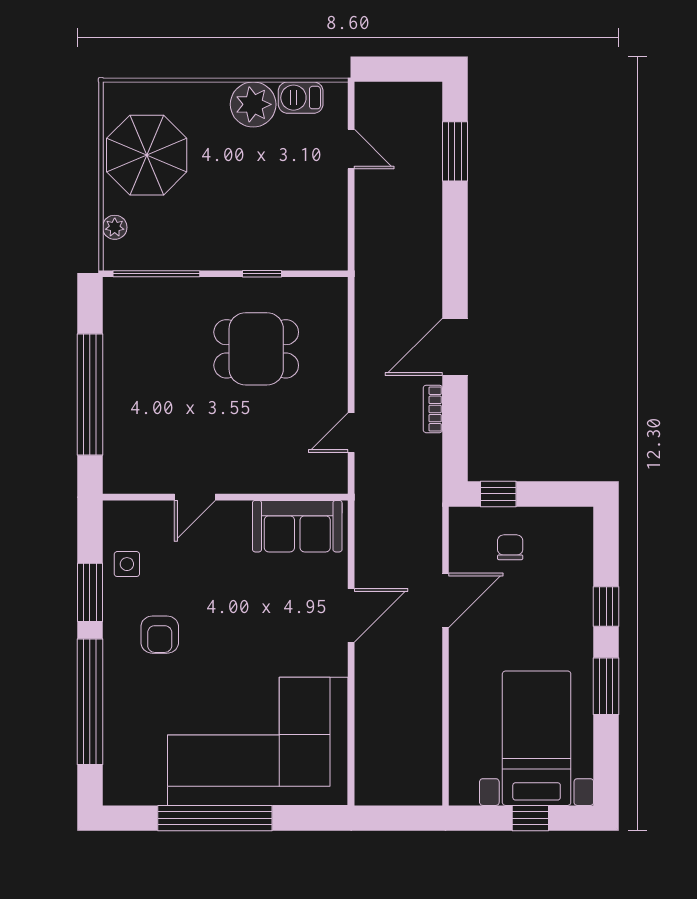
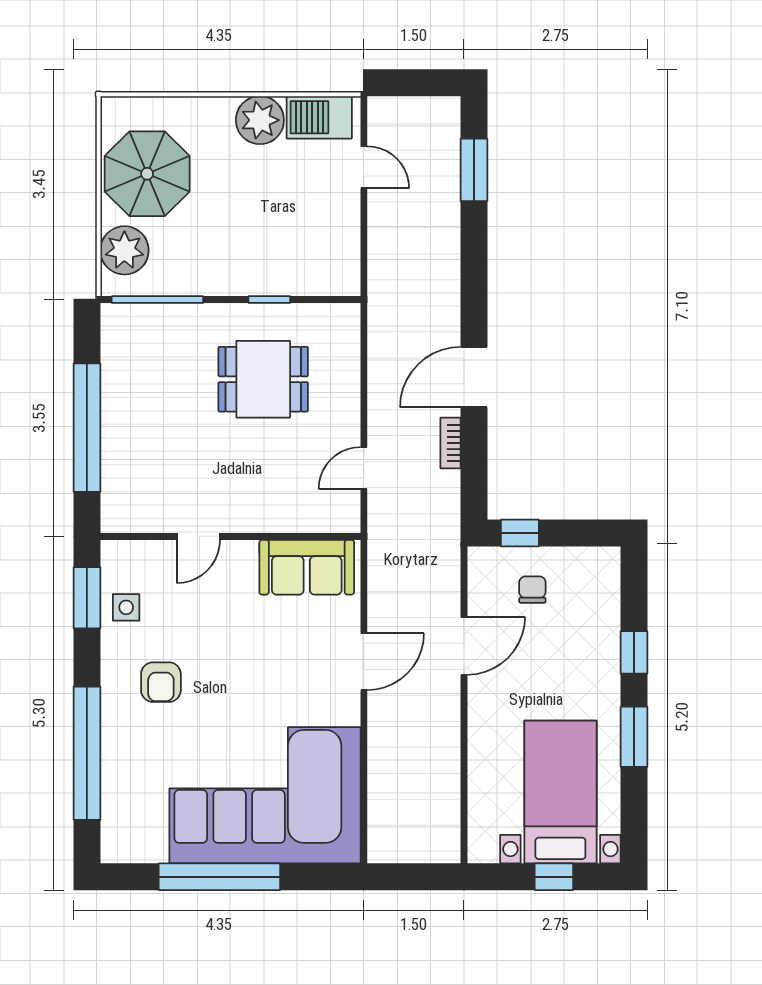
barbecue: (301, 98) -> (319, 117), width x1.38, depth x1.27
plant: (115, 227) -> (124, 250), width x1.88, depth x1.88
window: (90, 592) -> (87, 598), moved

